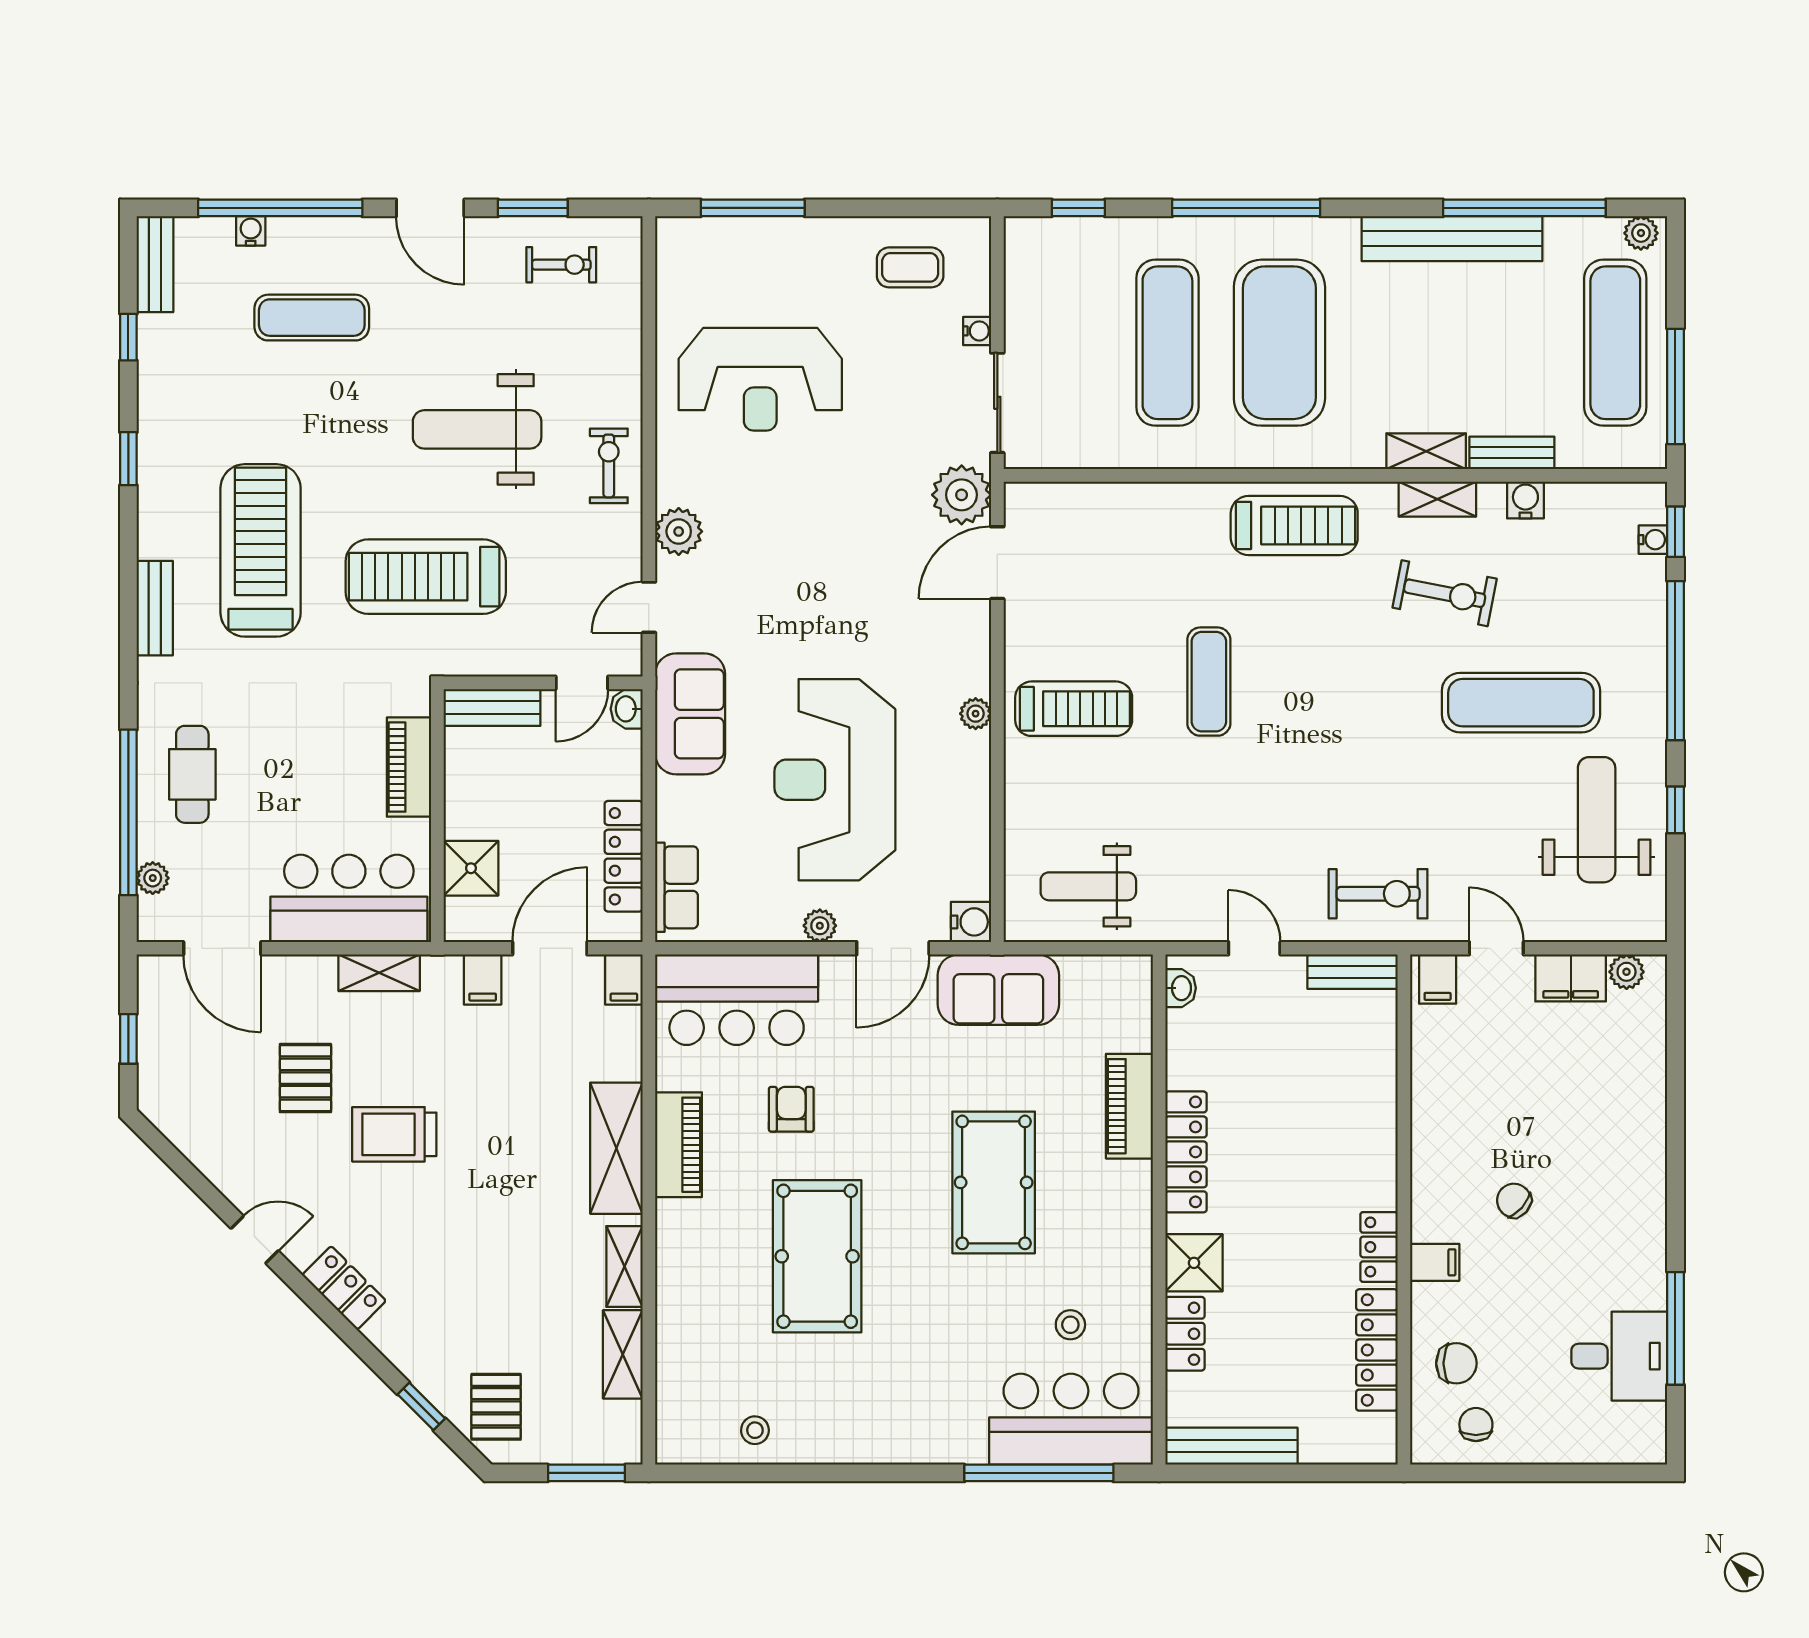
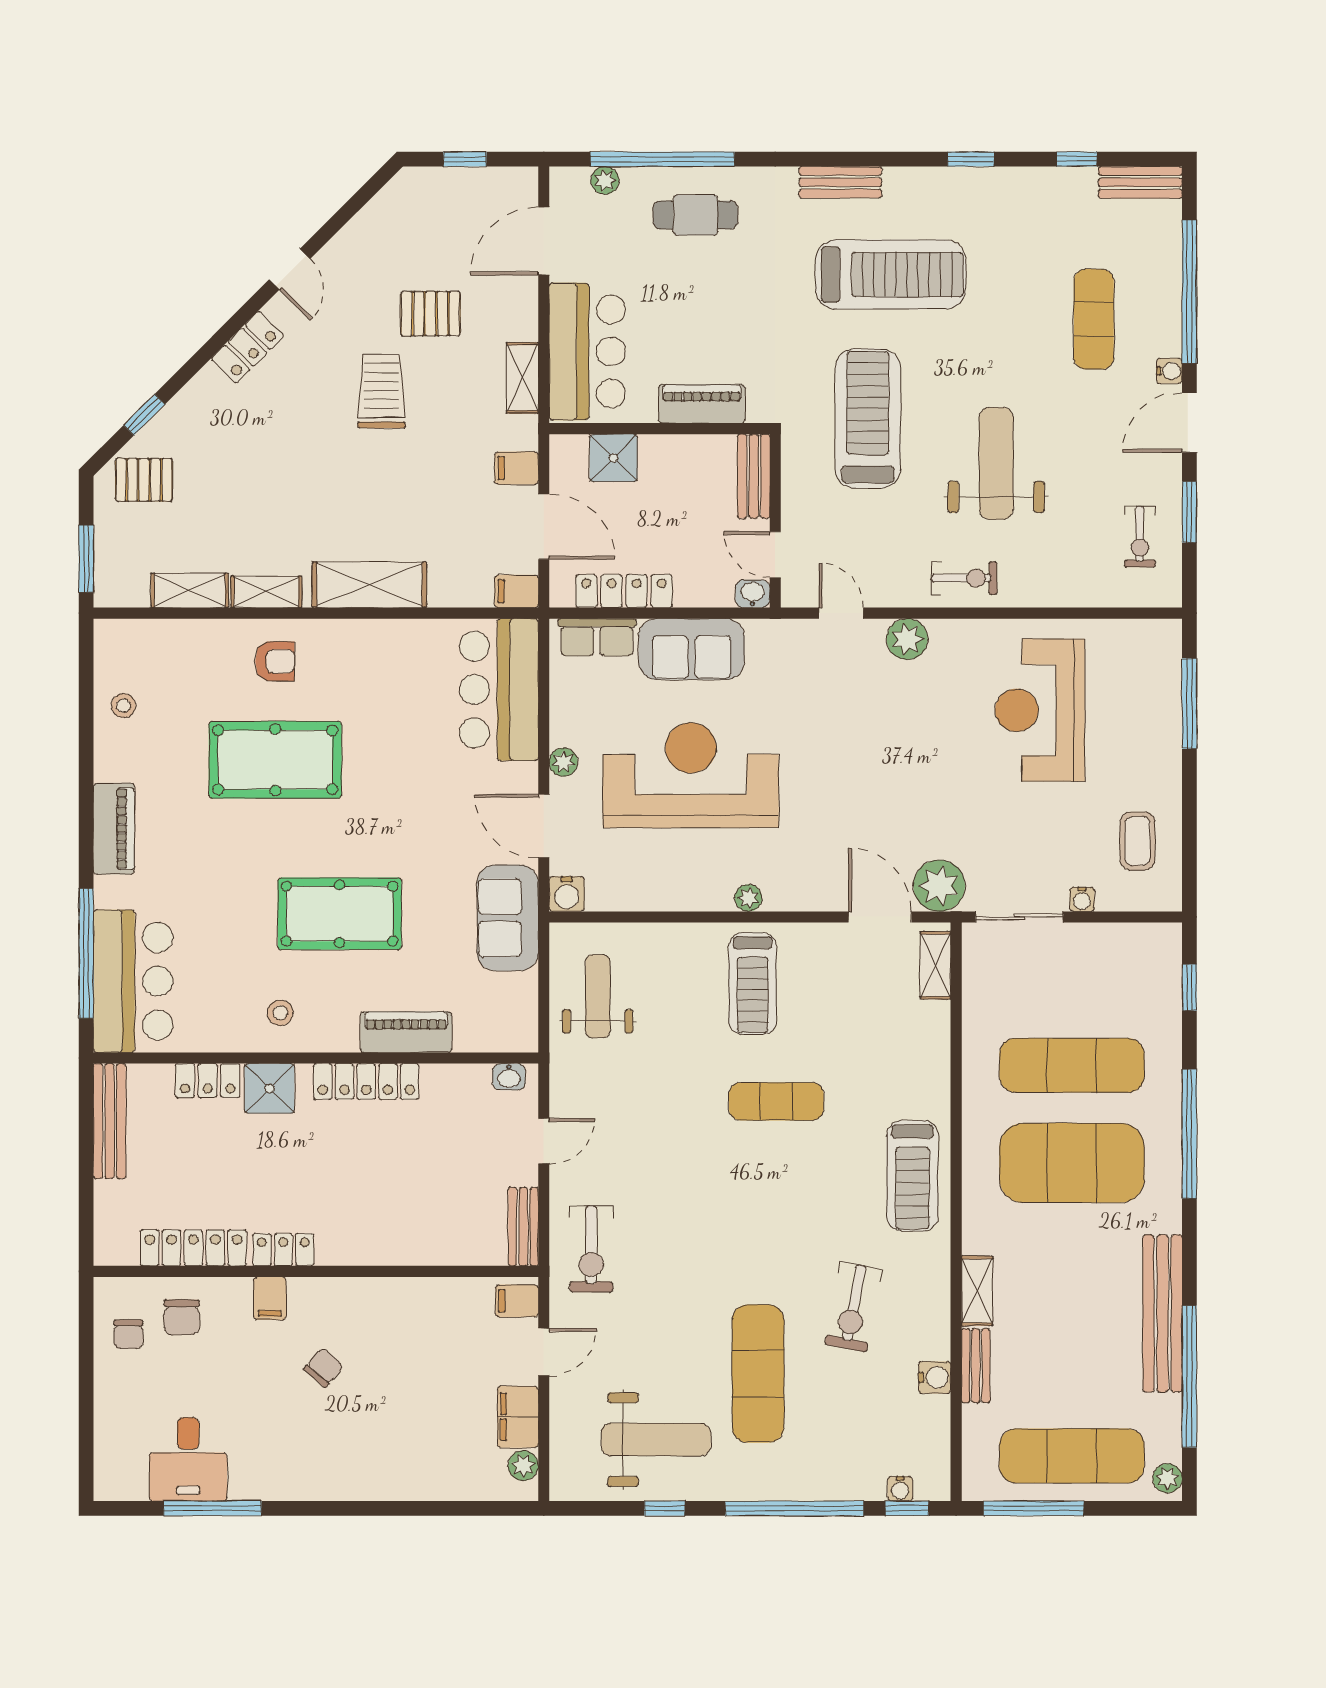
water cooler: (251, 231) -> (1169, 371), moved
shelving: (1437, 499) -> (935, 965), moved
sofa: (690, 714) -> (692, 649), moved
armchair: (791, 1109) -> (275, 661), moved
piano: (679, 1145) -> (114, 829), moved, turned -90
stool: (1070, 1325) -> (280, 1013), moved
chair: (1476, 1425) -> (128, 1334), turned 90

